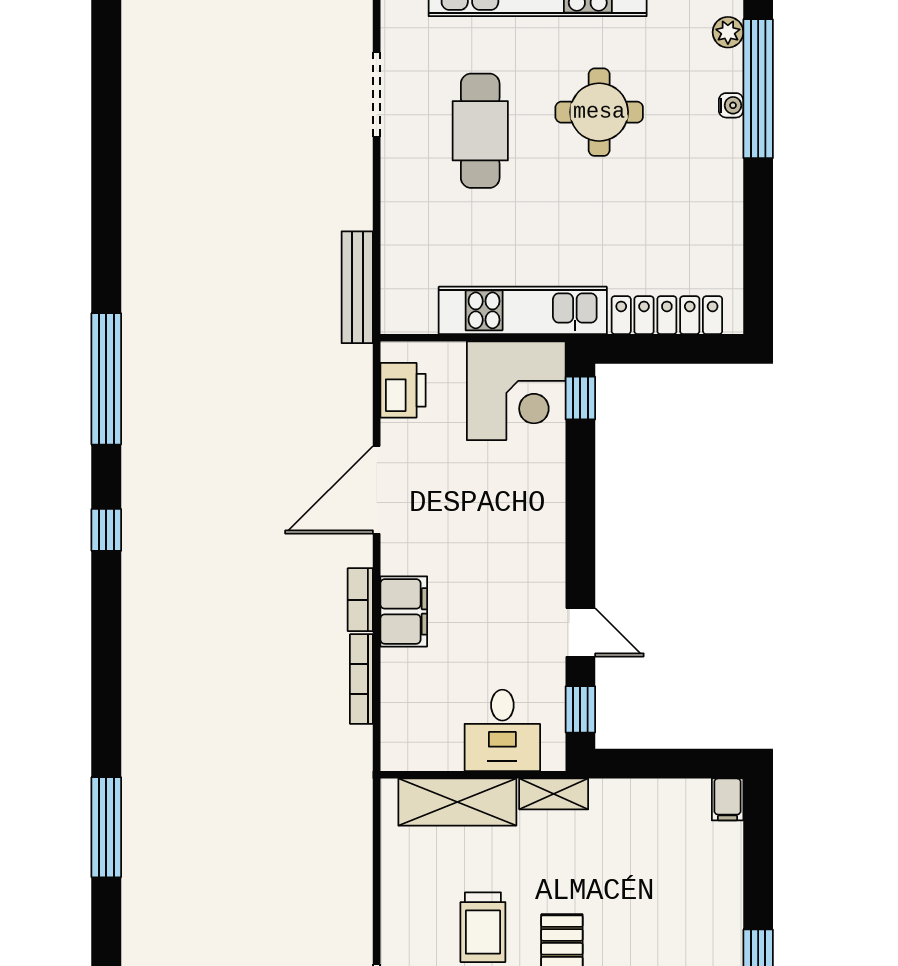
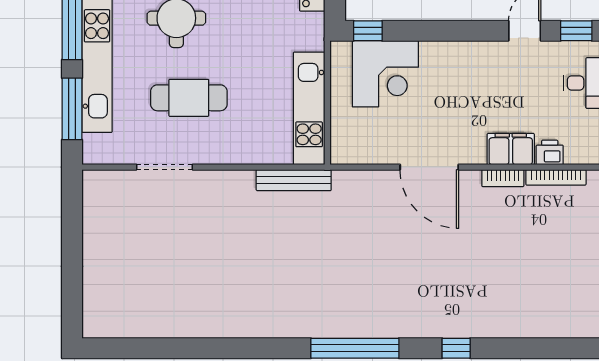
kitchen unit: (523, 310) -> (309, 108), moved
printer: (403, 390) -> (550, 152), moved, width x0.73, depth x0.81
corner desk: (516, 391) -> (385, 74), moved, turned 90

